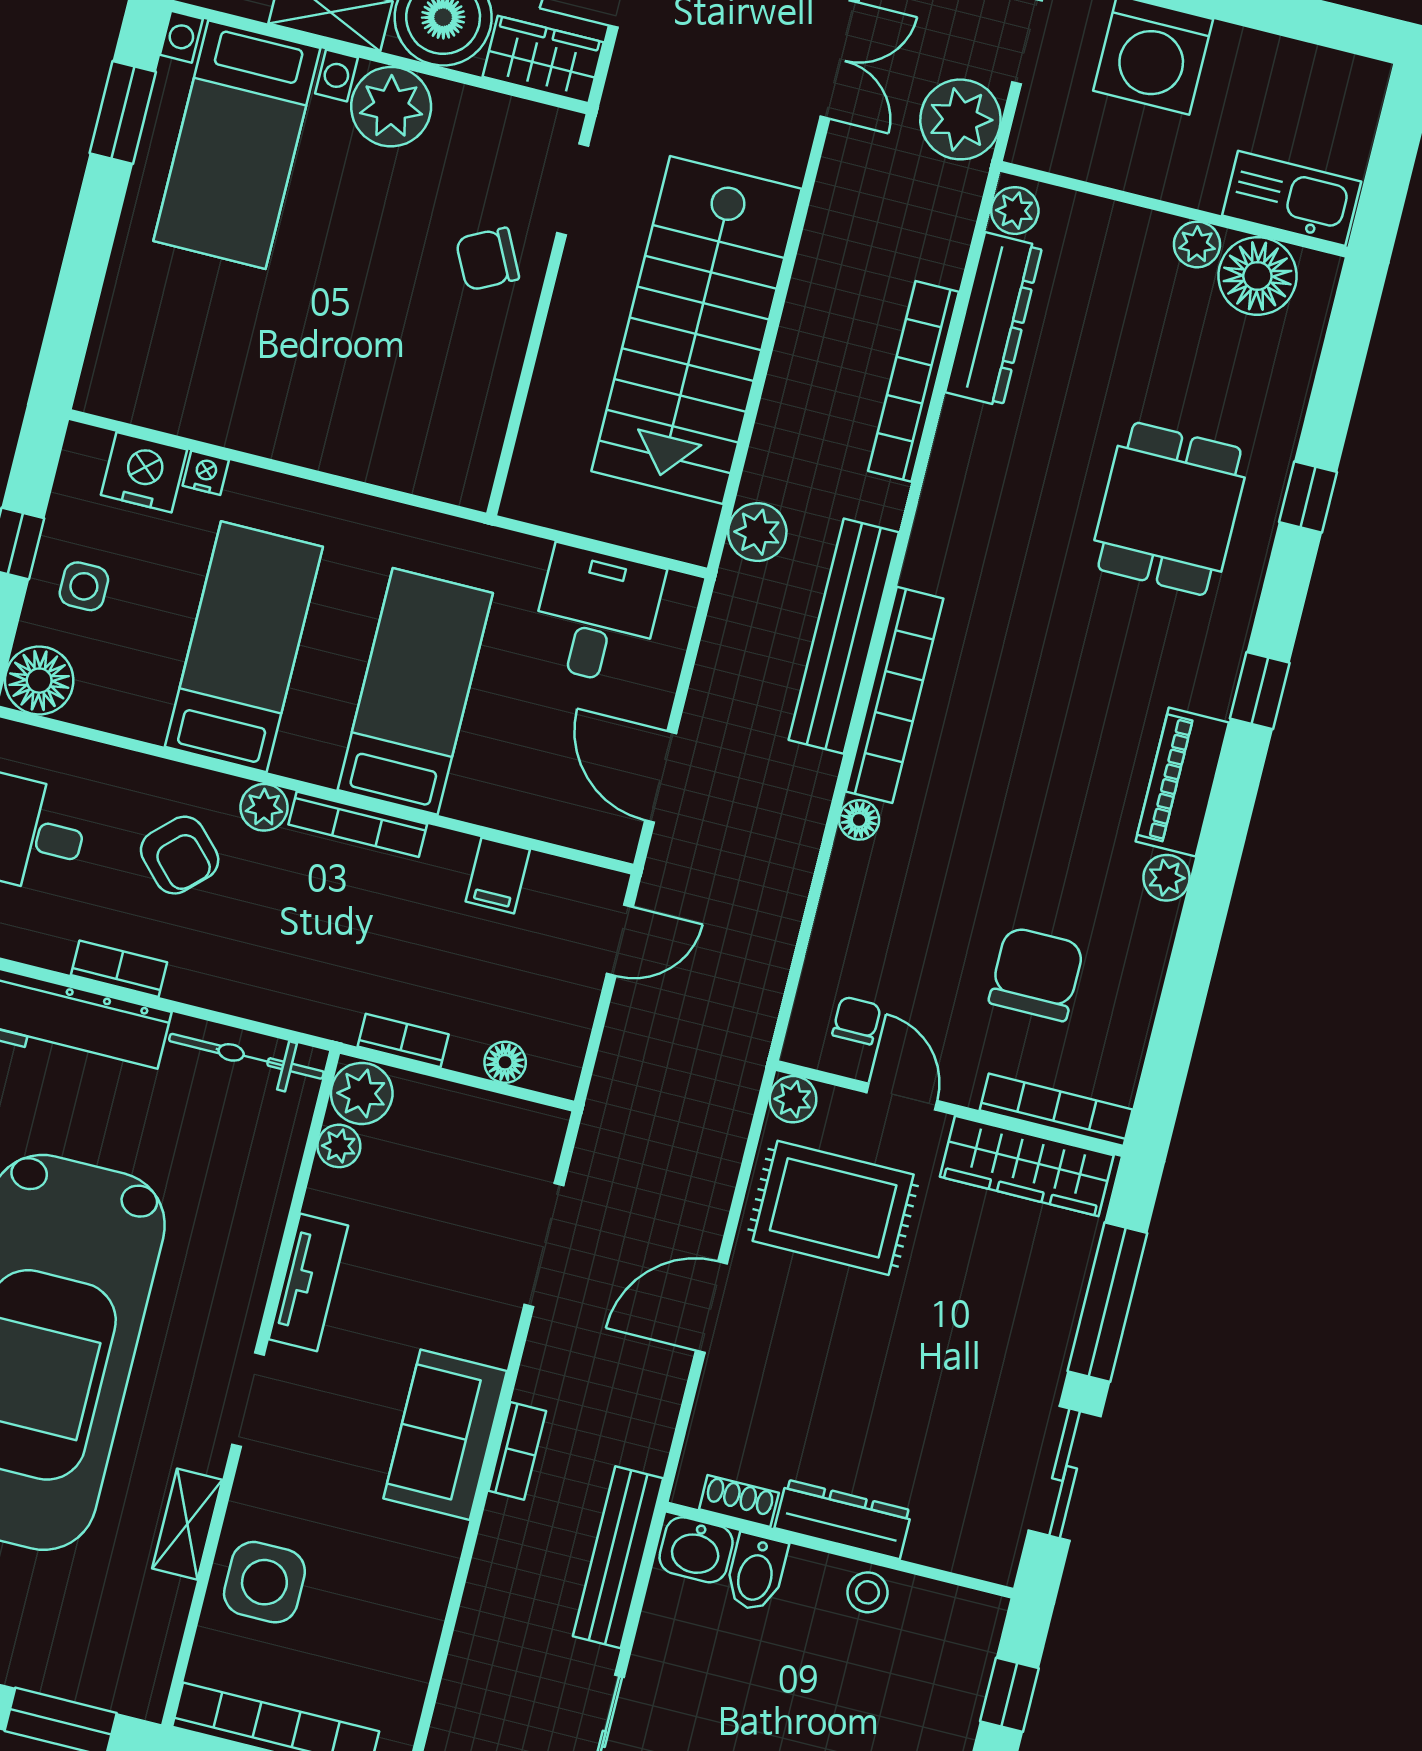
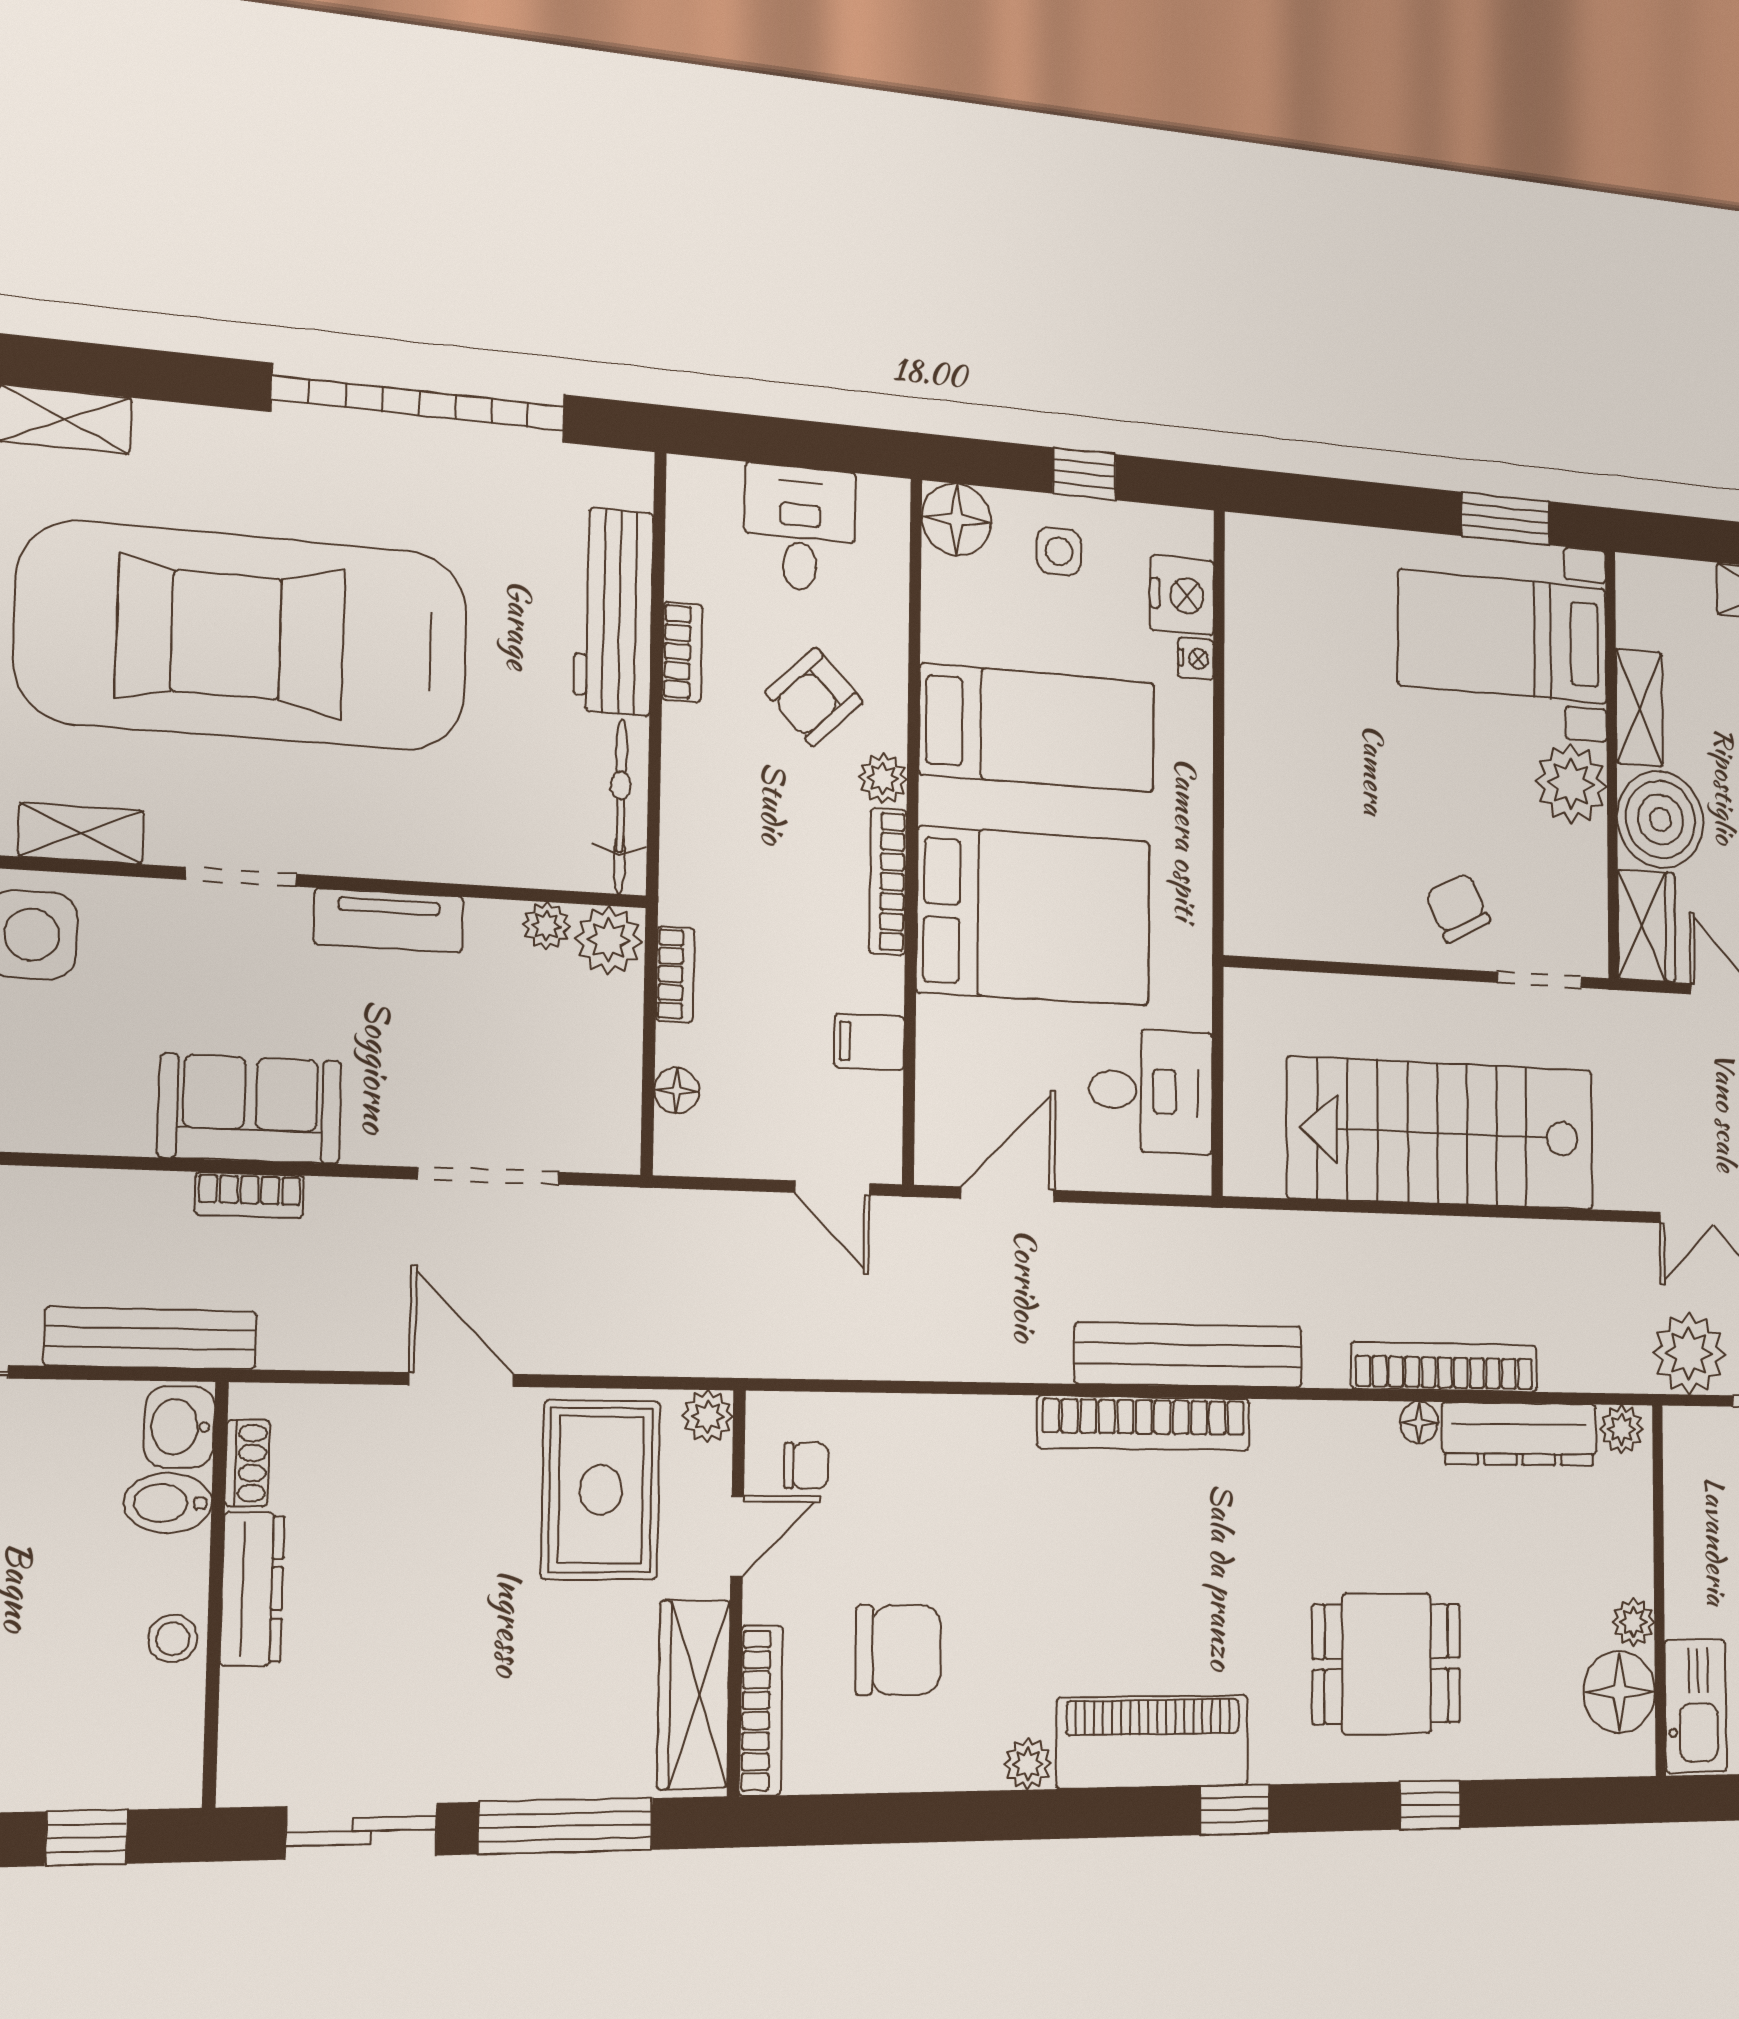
plant: (757, 532) -> (1268, 1240), removed
bed: (415, 691) -> (1034, 916), width x1.50
piano: (1182, 782) -> (1153, 1742), width x1.37, depth x1.33
floor lamp: (859, 820) -> (1419, 1423), moved

